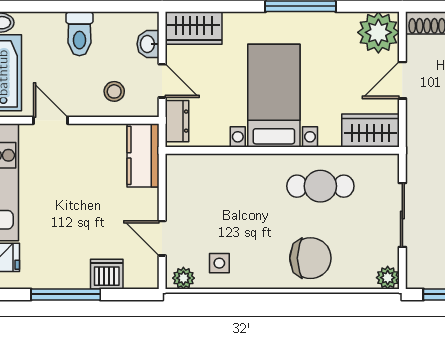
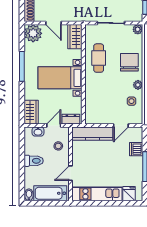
kitchen counter: (143, 155) -> (92, 134), width x1.50
plant: (183, 278) -> (138, 85), moved

